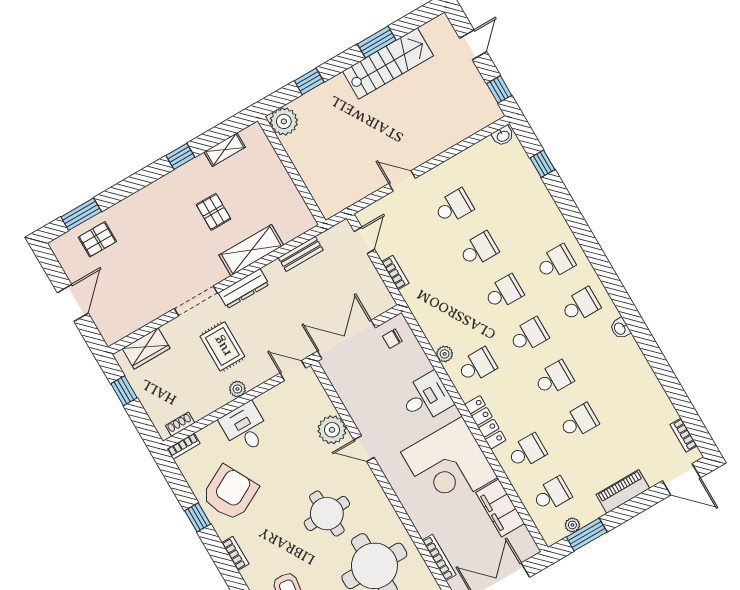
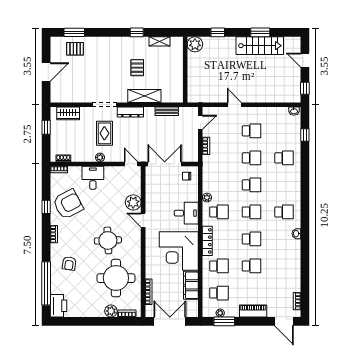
door: (473, 45) -> (305, 60), swing flipped
school desk: (555, 262) -> (284, 158), moved

